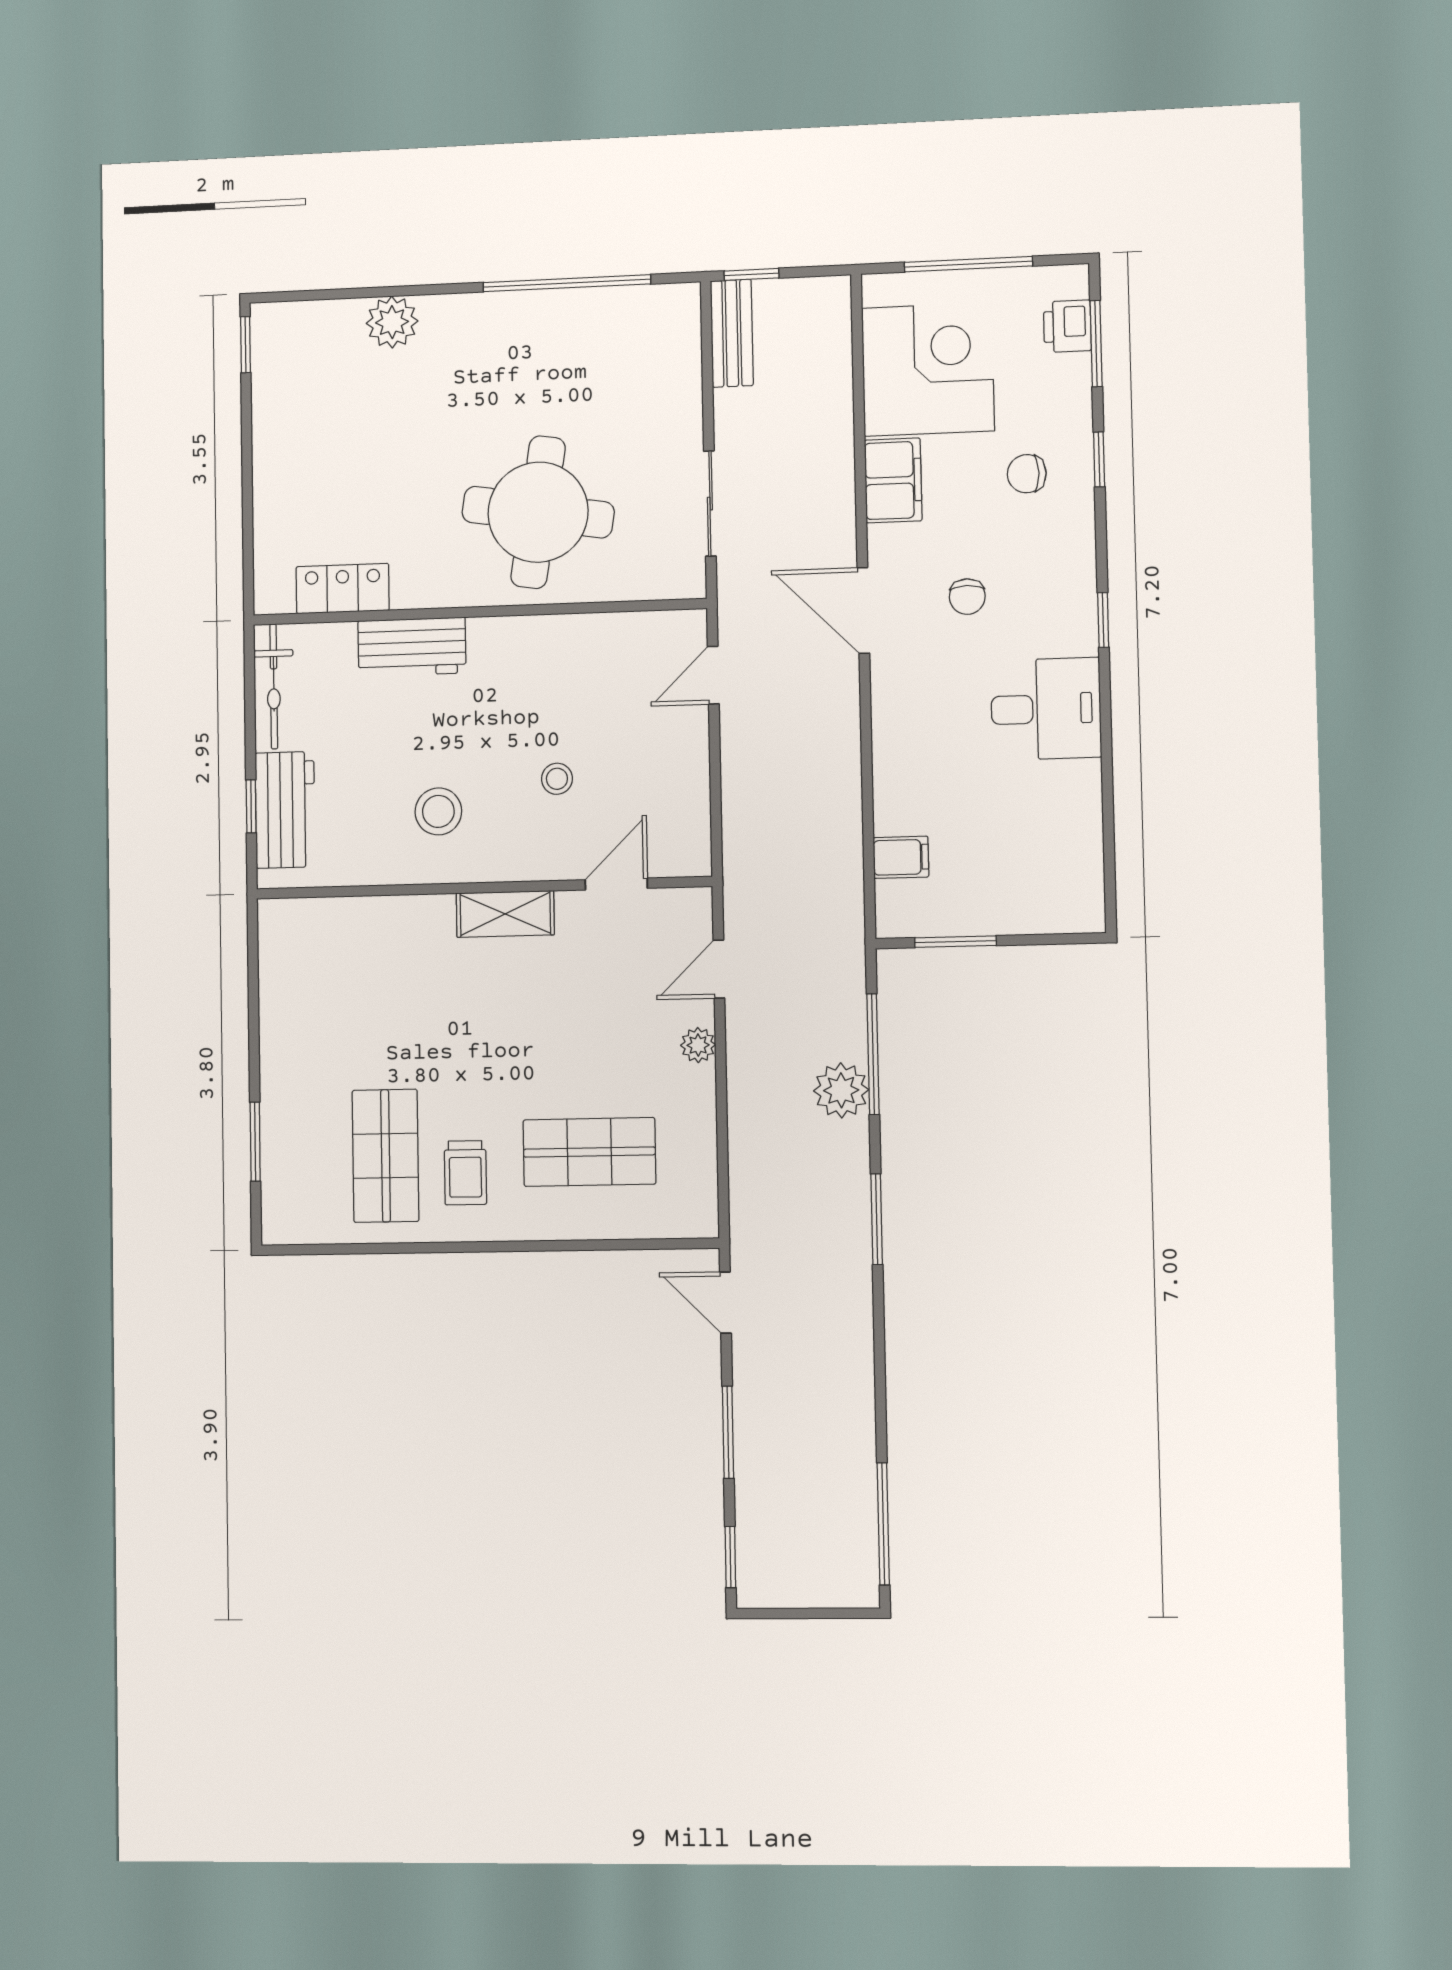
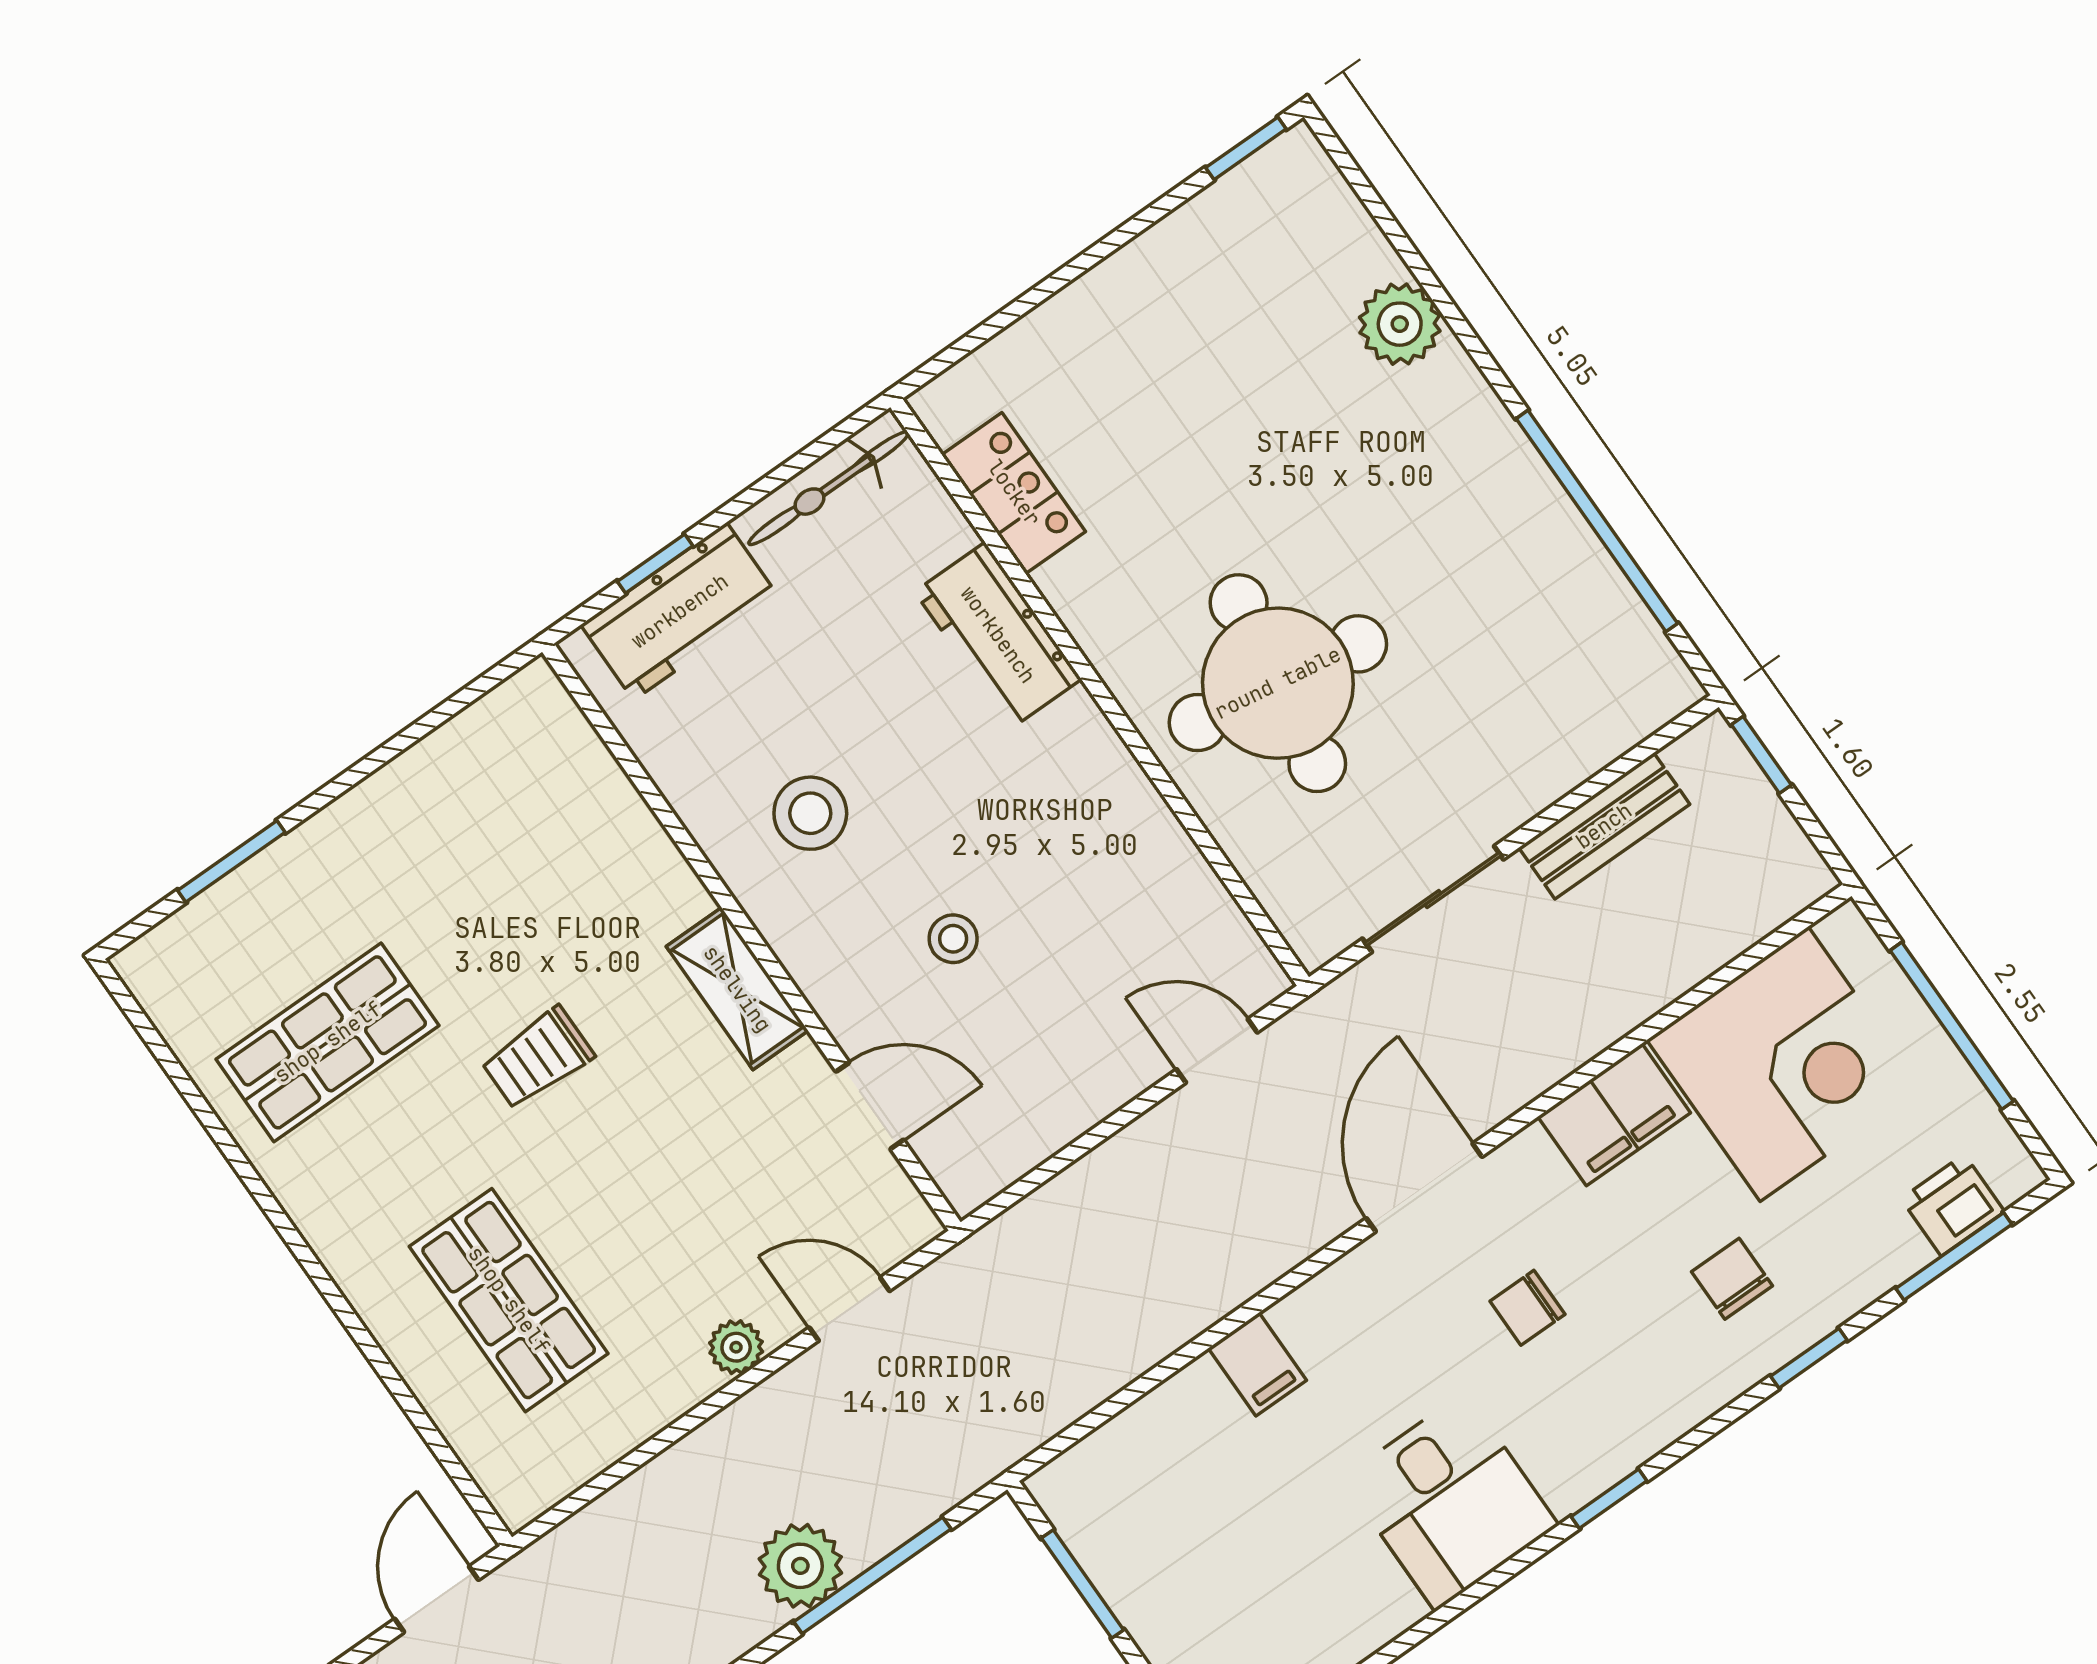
bench: (732, 333) -> (1604, 826), moved
filing cabinet: (901, 857) -> (1257, 1364), moved
trolley: (465, 1173) -> (538, 1058), moved

